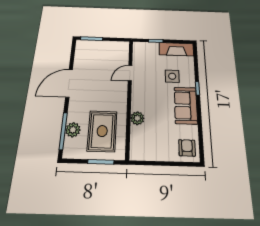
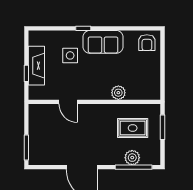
fireplace: (176, 49) -> (36, 66), moved
rug: (102, 131) -> (133, 128), width x0.73, depth x0.70
armchair: (187, 148) -> (147, 43), turned -90

